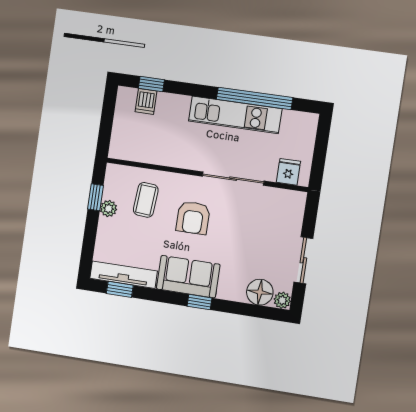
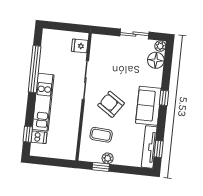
kitchen unit: (235, 115) -> (43, 102), moved
armchair: (193, 218) -> (111, 104), turned -146

